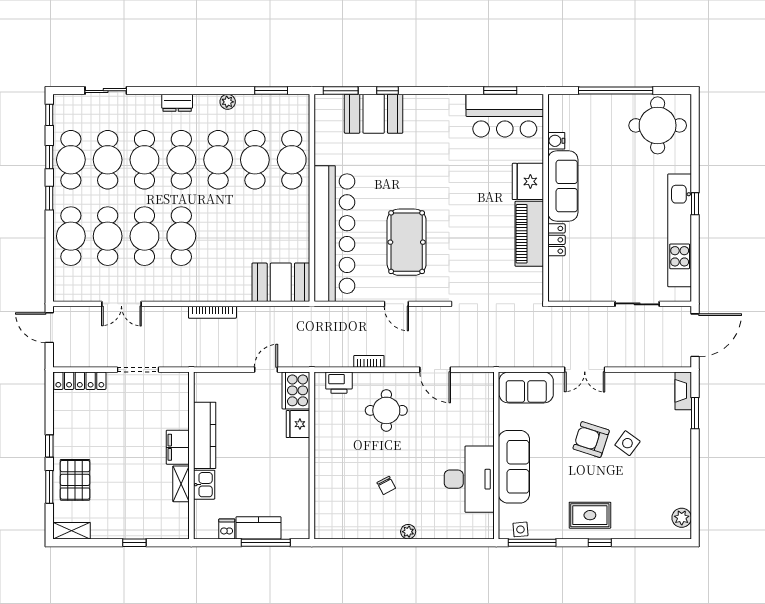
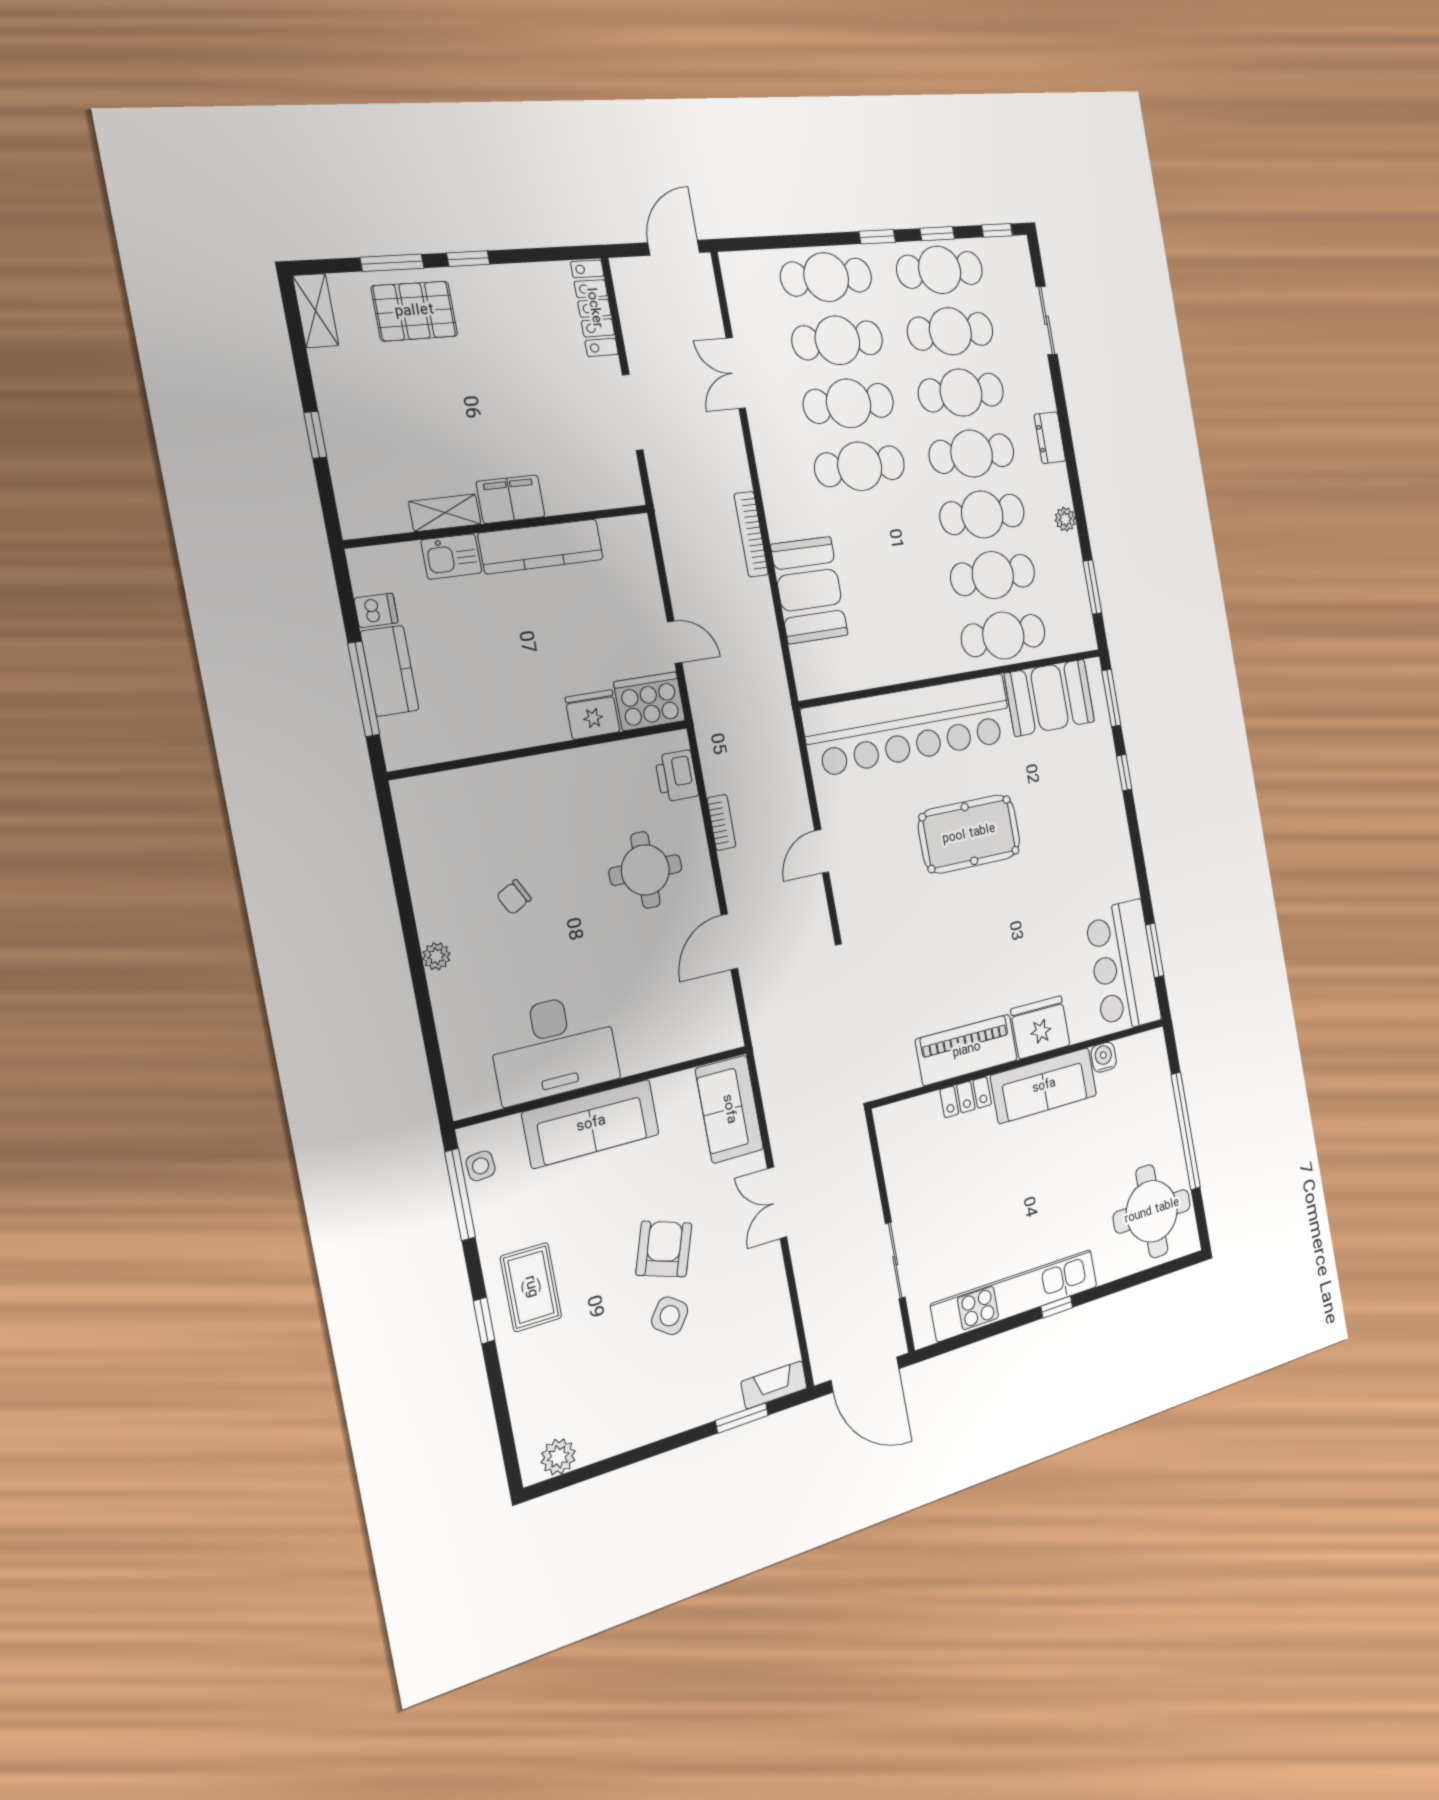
booth: (374, 114) -> (1050, 698), moved, turned 90
pool table: (407, 242) -> (969, 834), moved
booth: (281, 282) -> (809, 590), moved

